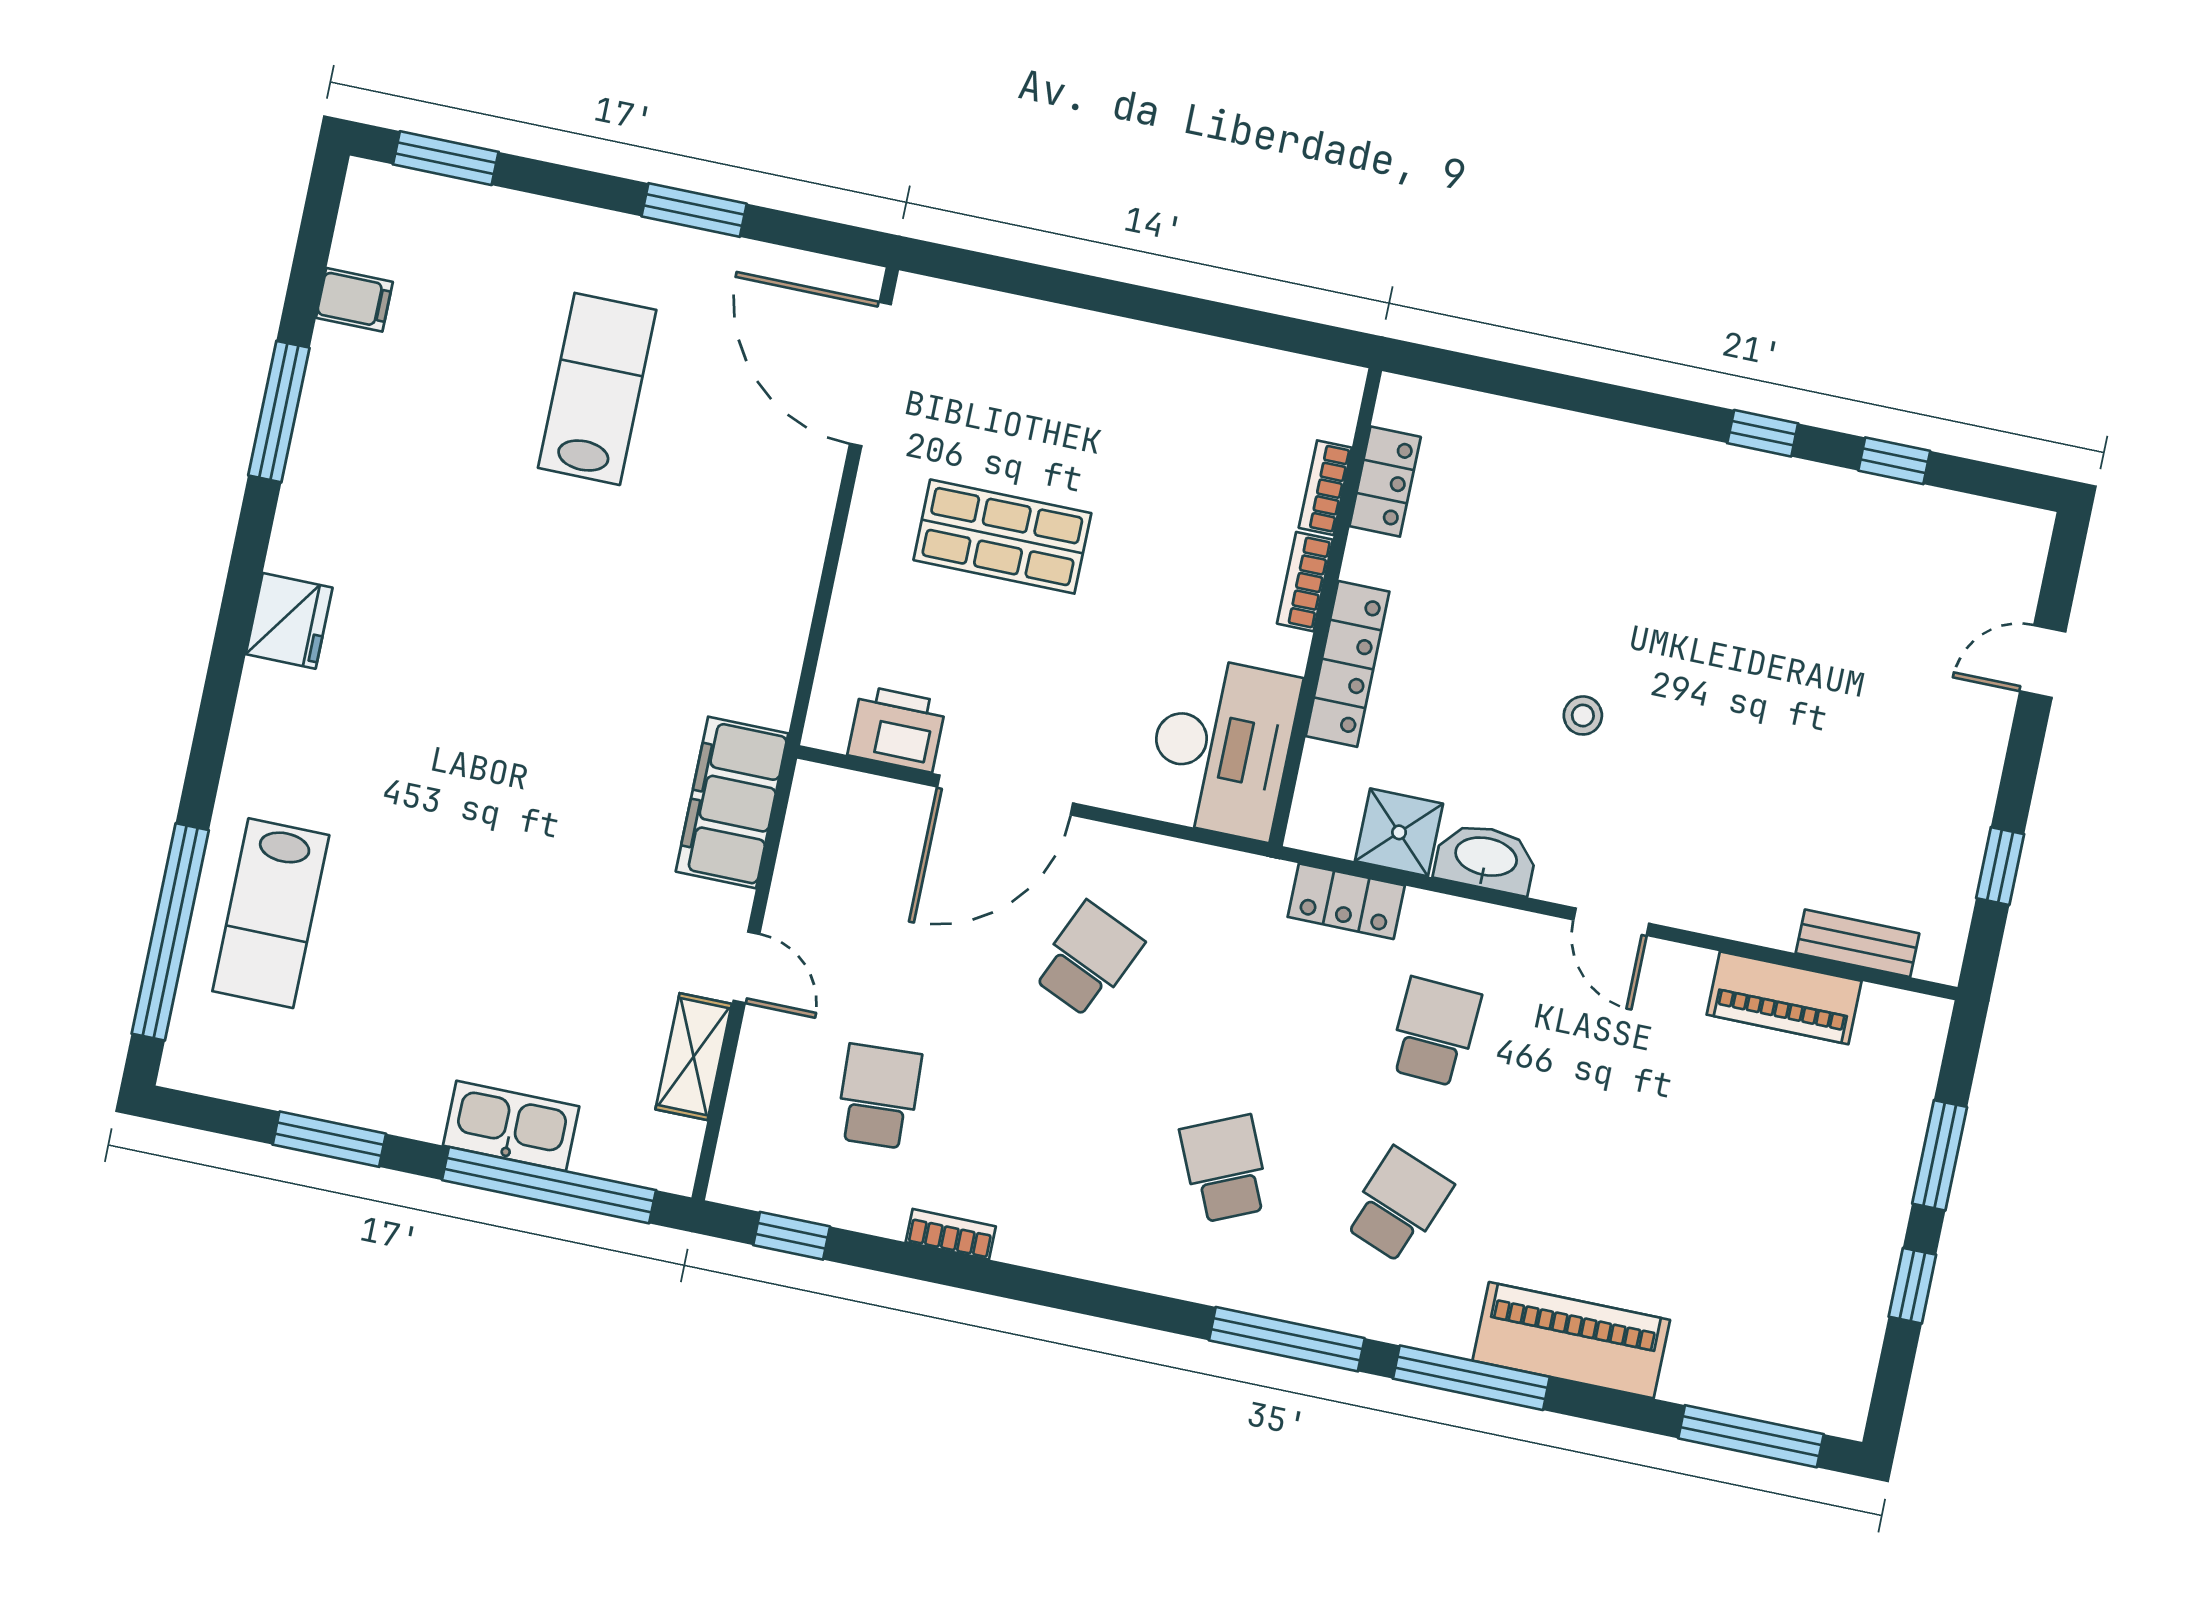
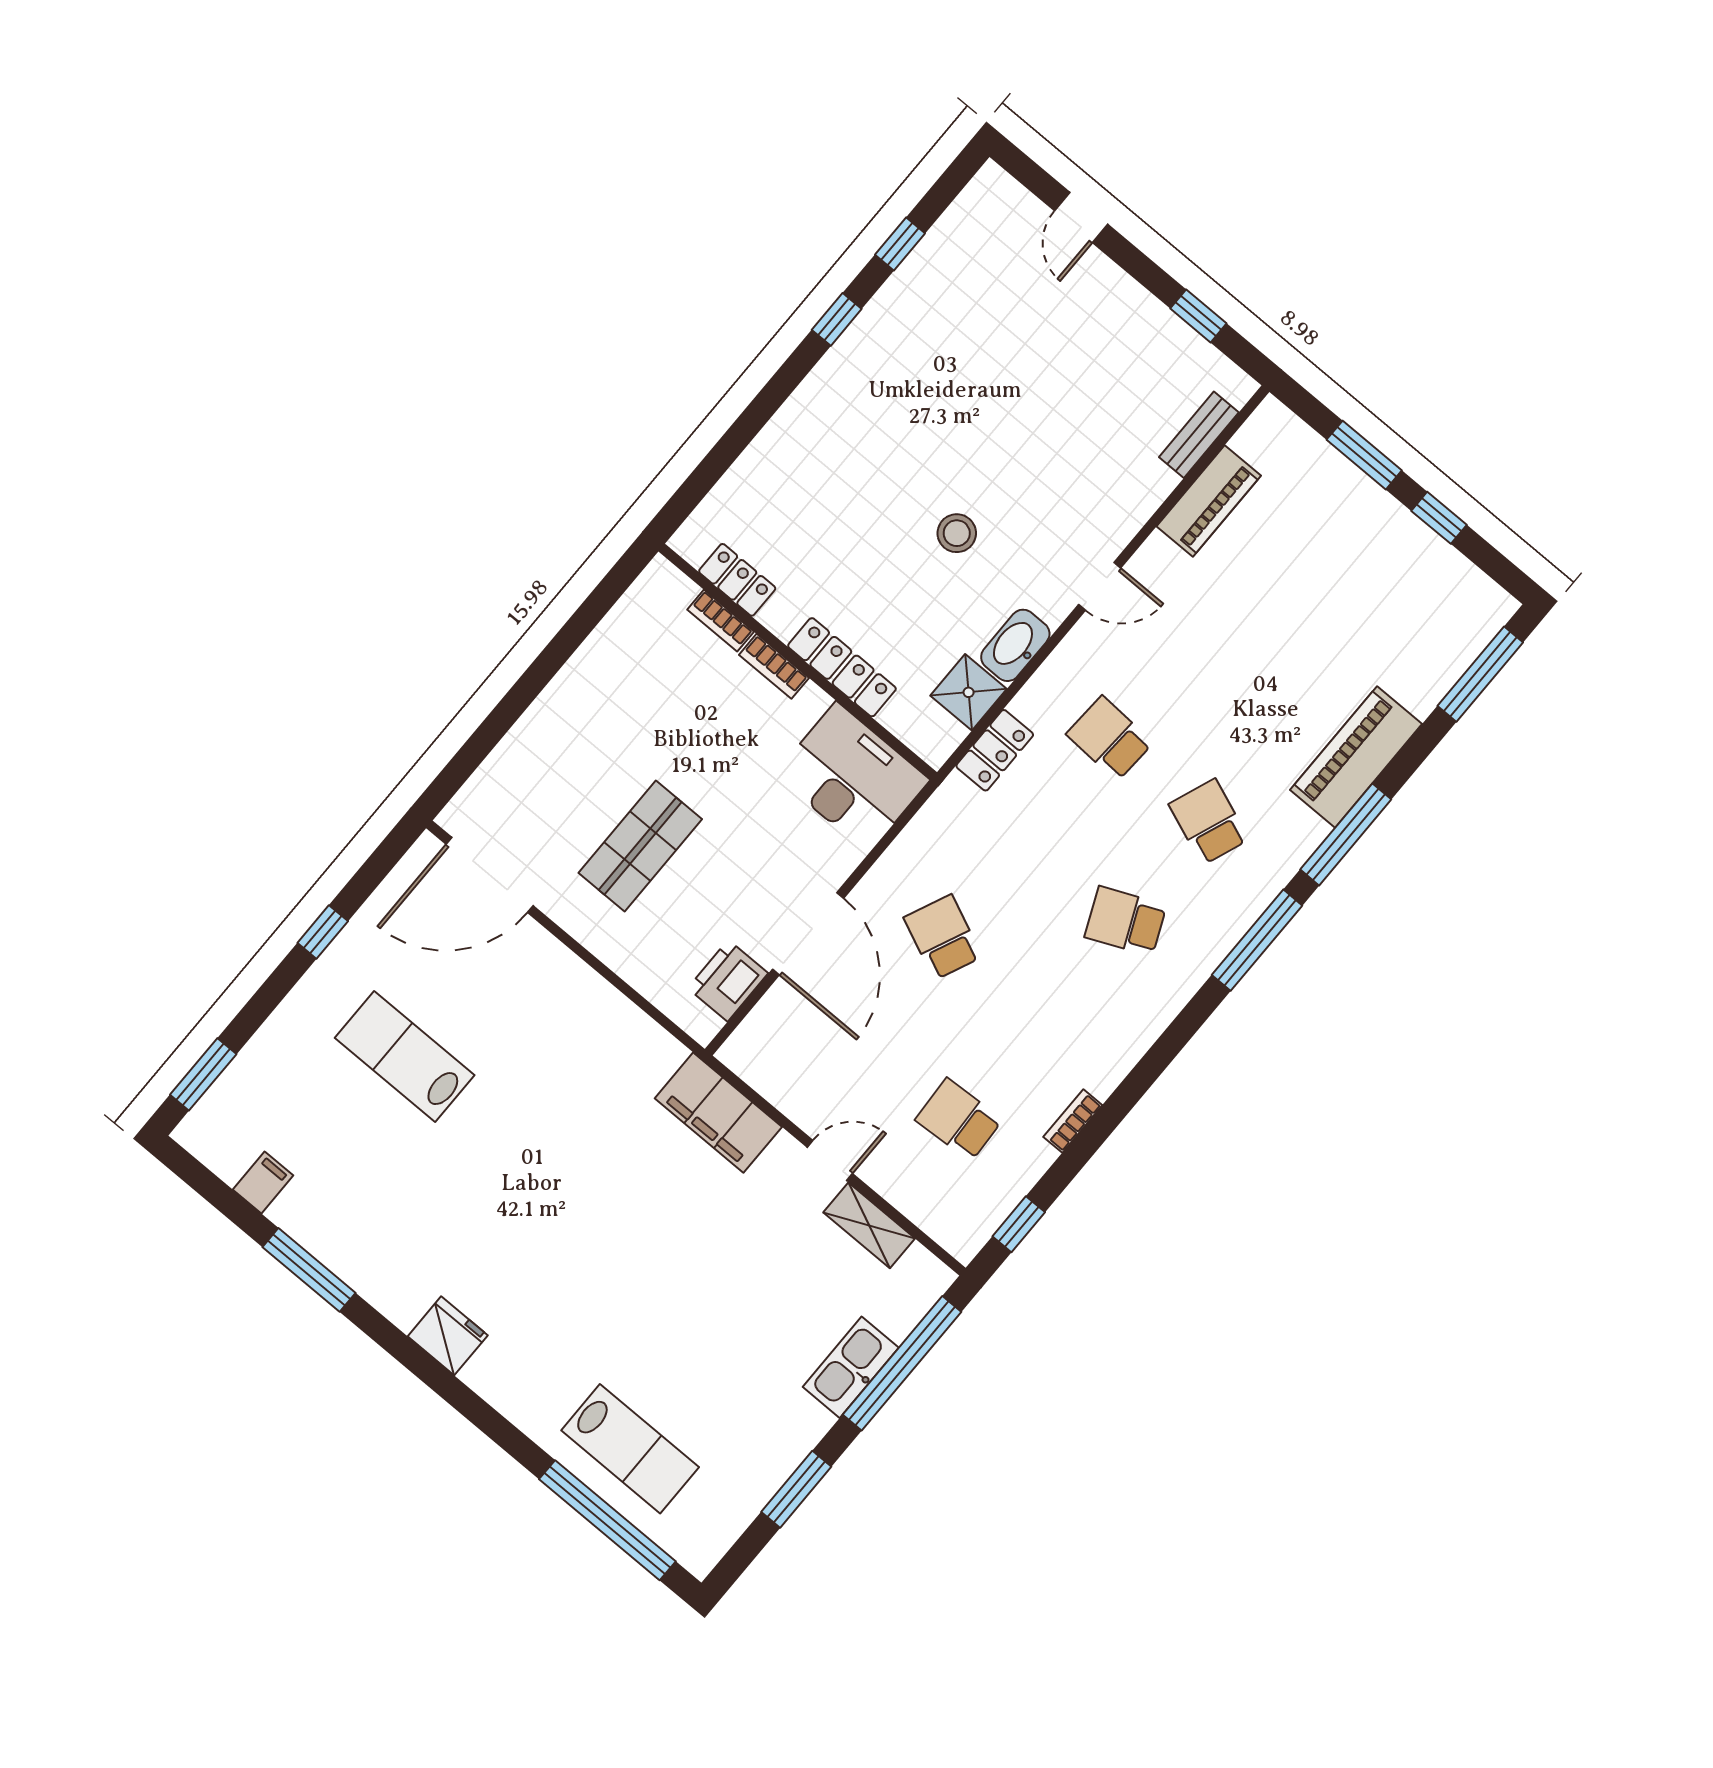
window: (694, 210) -> (323, 932), width x0.67
stool: (1583, 715) -> (957, 533), width x1.37, depth x1.37

